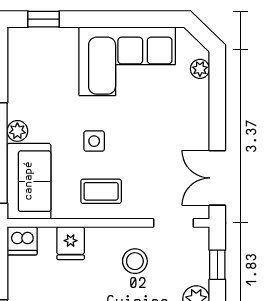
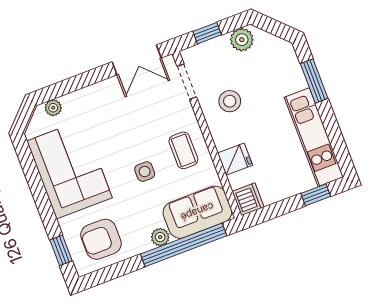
armchair: (39, 67) -> (101, 239), added

